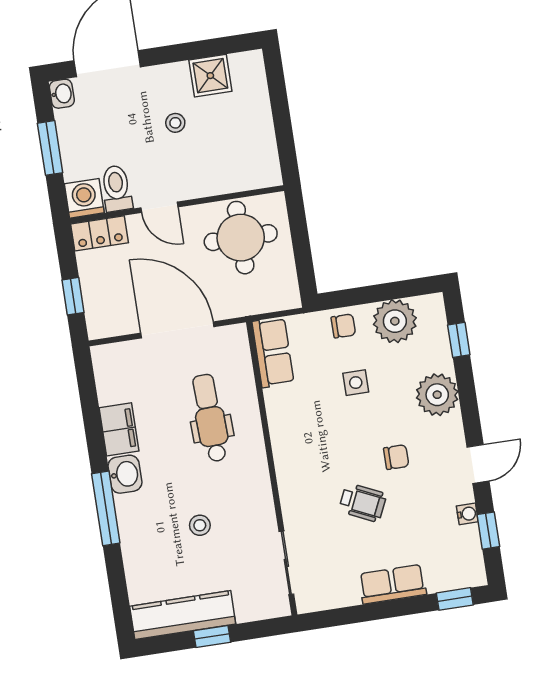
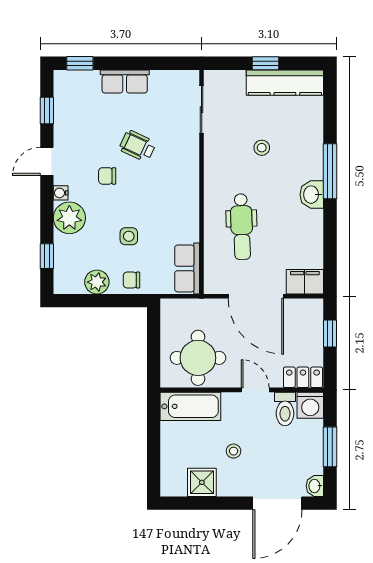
bathtub: (241, 173) -> (190, 406), added
plant: (395, 321) -> (97, 282), width x0.73, depth x0.73
filing cabinet: (119, 429) -> (305, 282), moved, turned 90
water cooler: (467, 514) -> (61, 193), moved

